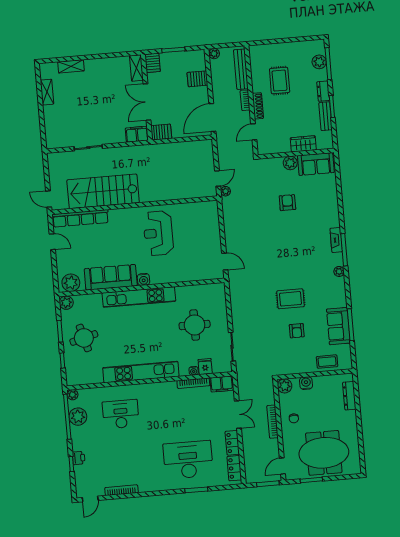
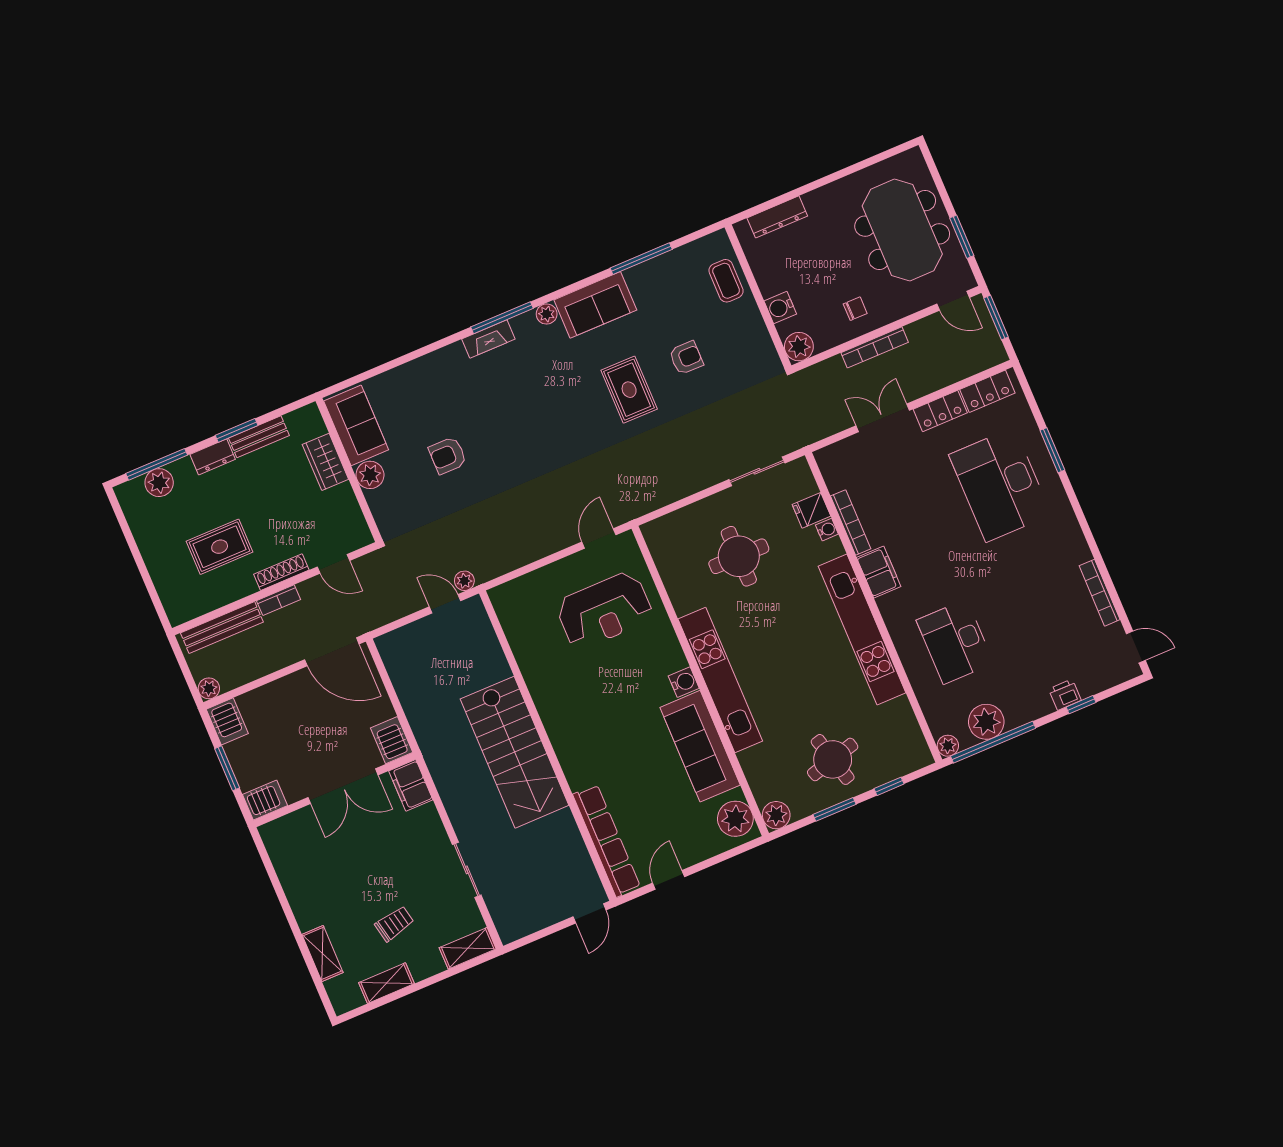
shelving: (136, 68) -> (468, 948), moved
server rack: (197, 79) -> (227, 721), moved
trolley: (74, 105) -> (394, 924), added
stairs: (103, 191) -> (515, 752), moved
reception desk: (158, 233) -> (604, 610), moved
sofa: (338, 326) -> (595, 305), moved
filing cabinet: (222, 384) -> (879, 572), moved

